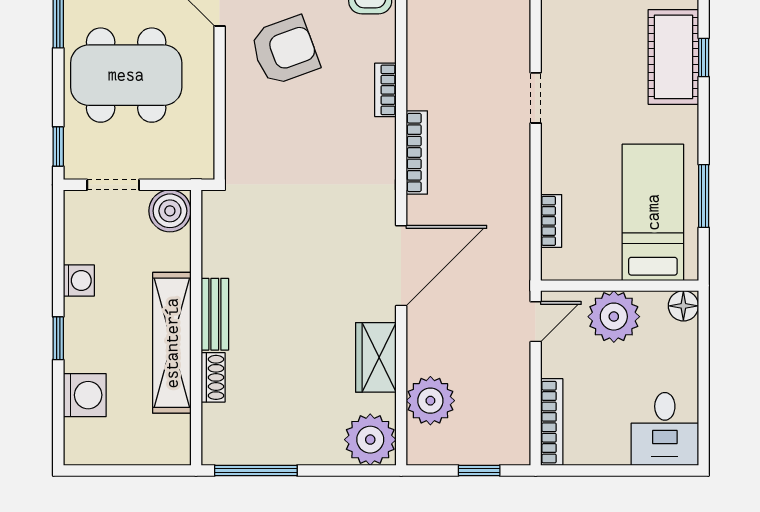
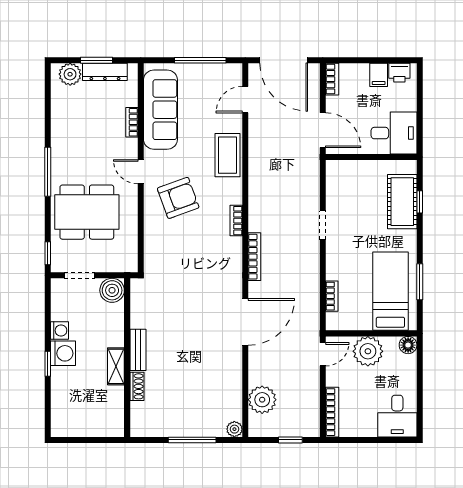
shelving: (172, 343) -> (116, 366), width x0.45, depth x0.75
wardrobe: (376, 357) -> (231, 375), removed
washing machine: (85, 395) -> (63, 353), moved
plant: (370, 440) -> (234, 429), width x0.53, depth x0.53
window: (256, 470) -> (192, 440), moved

